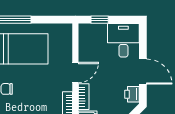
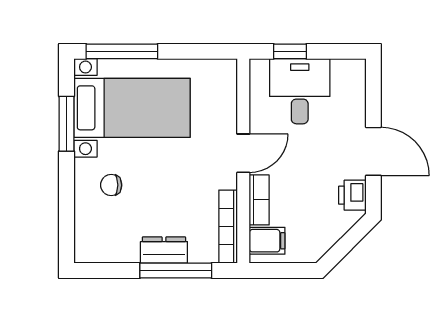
desk: (123, 40) -> (300, 91), moved

